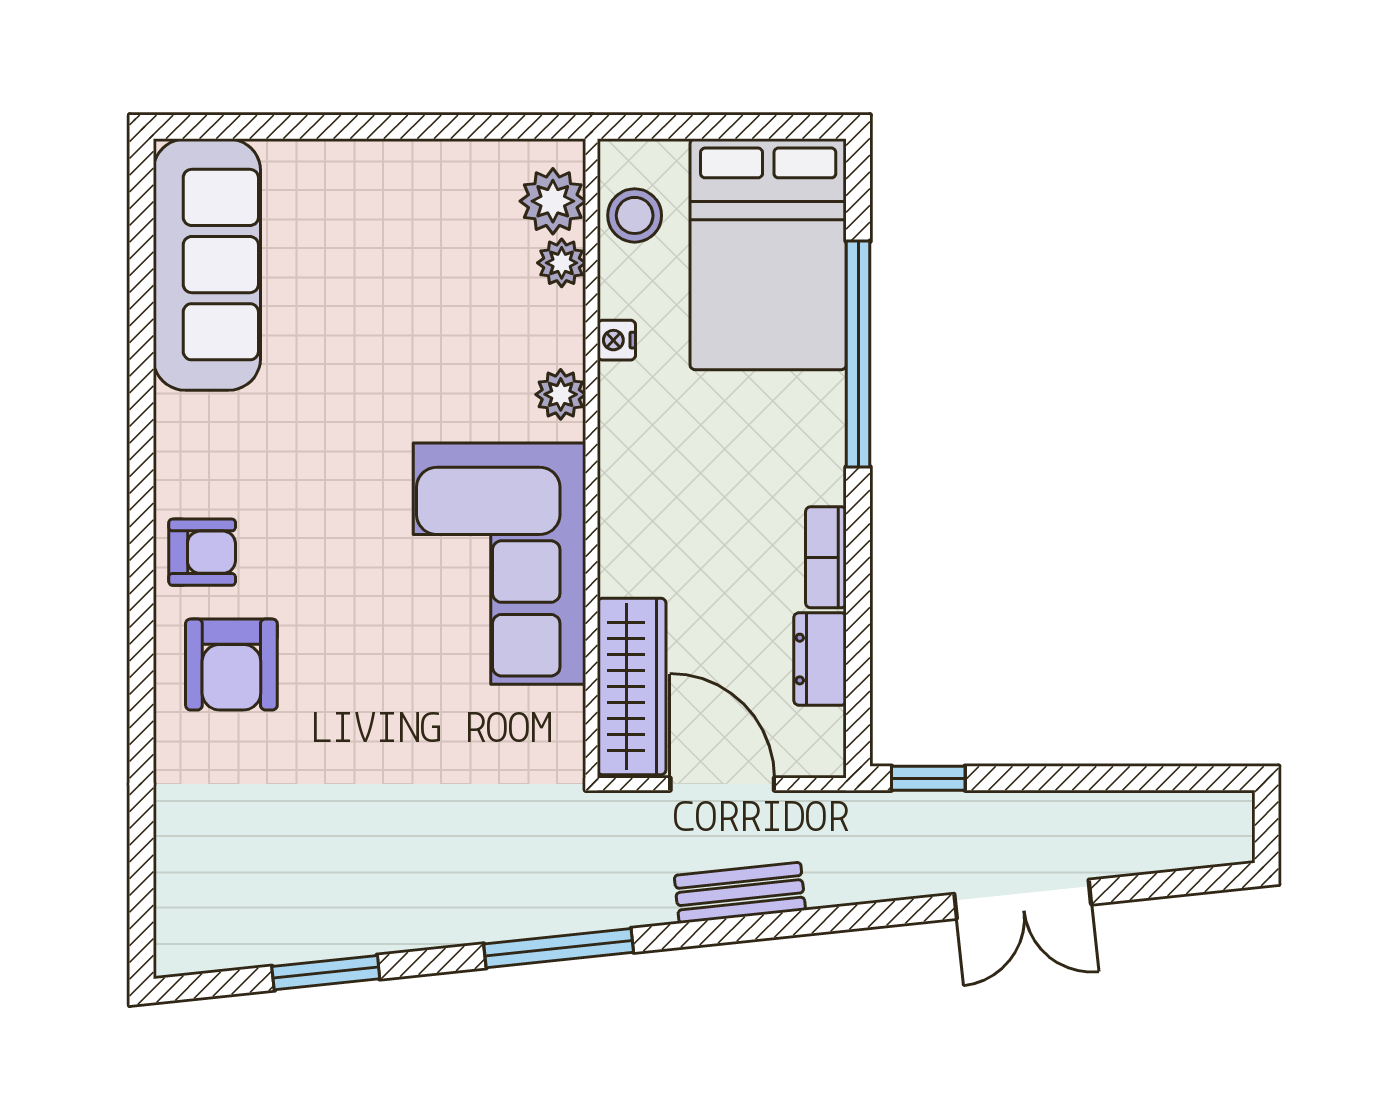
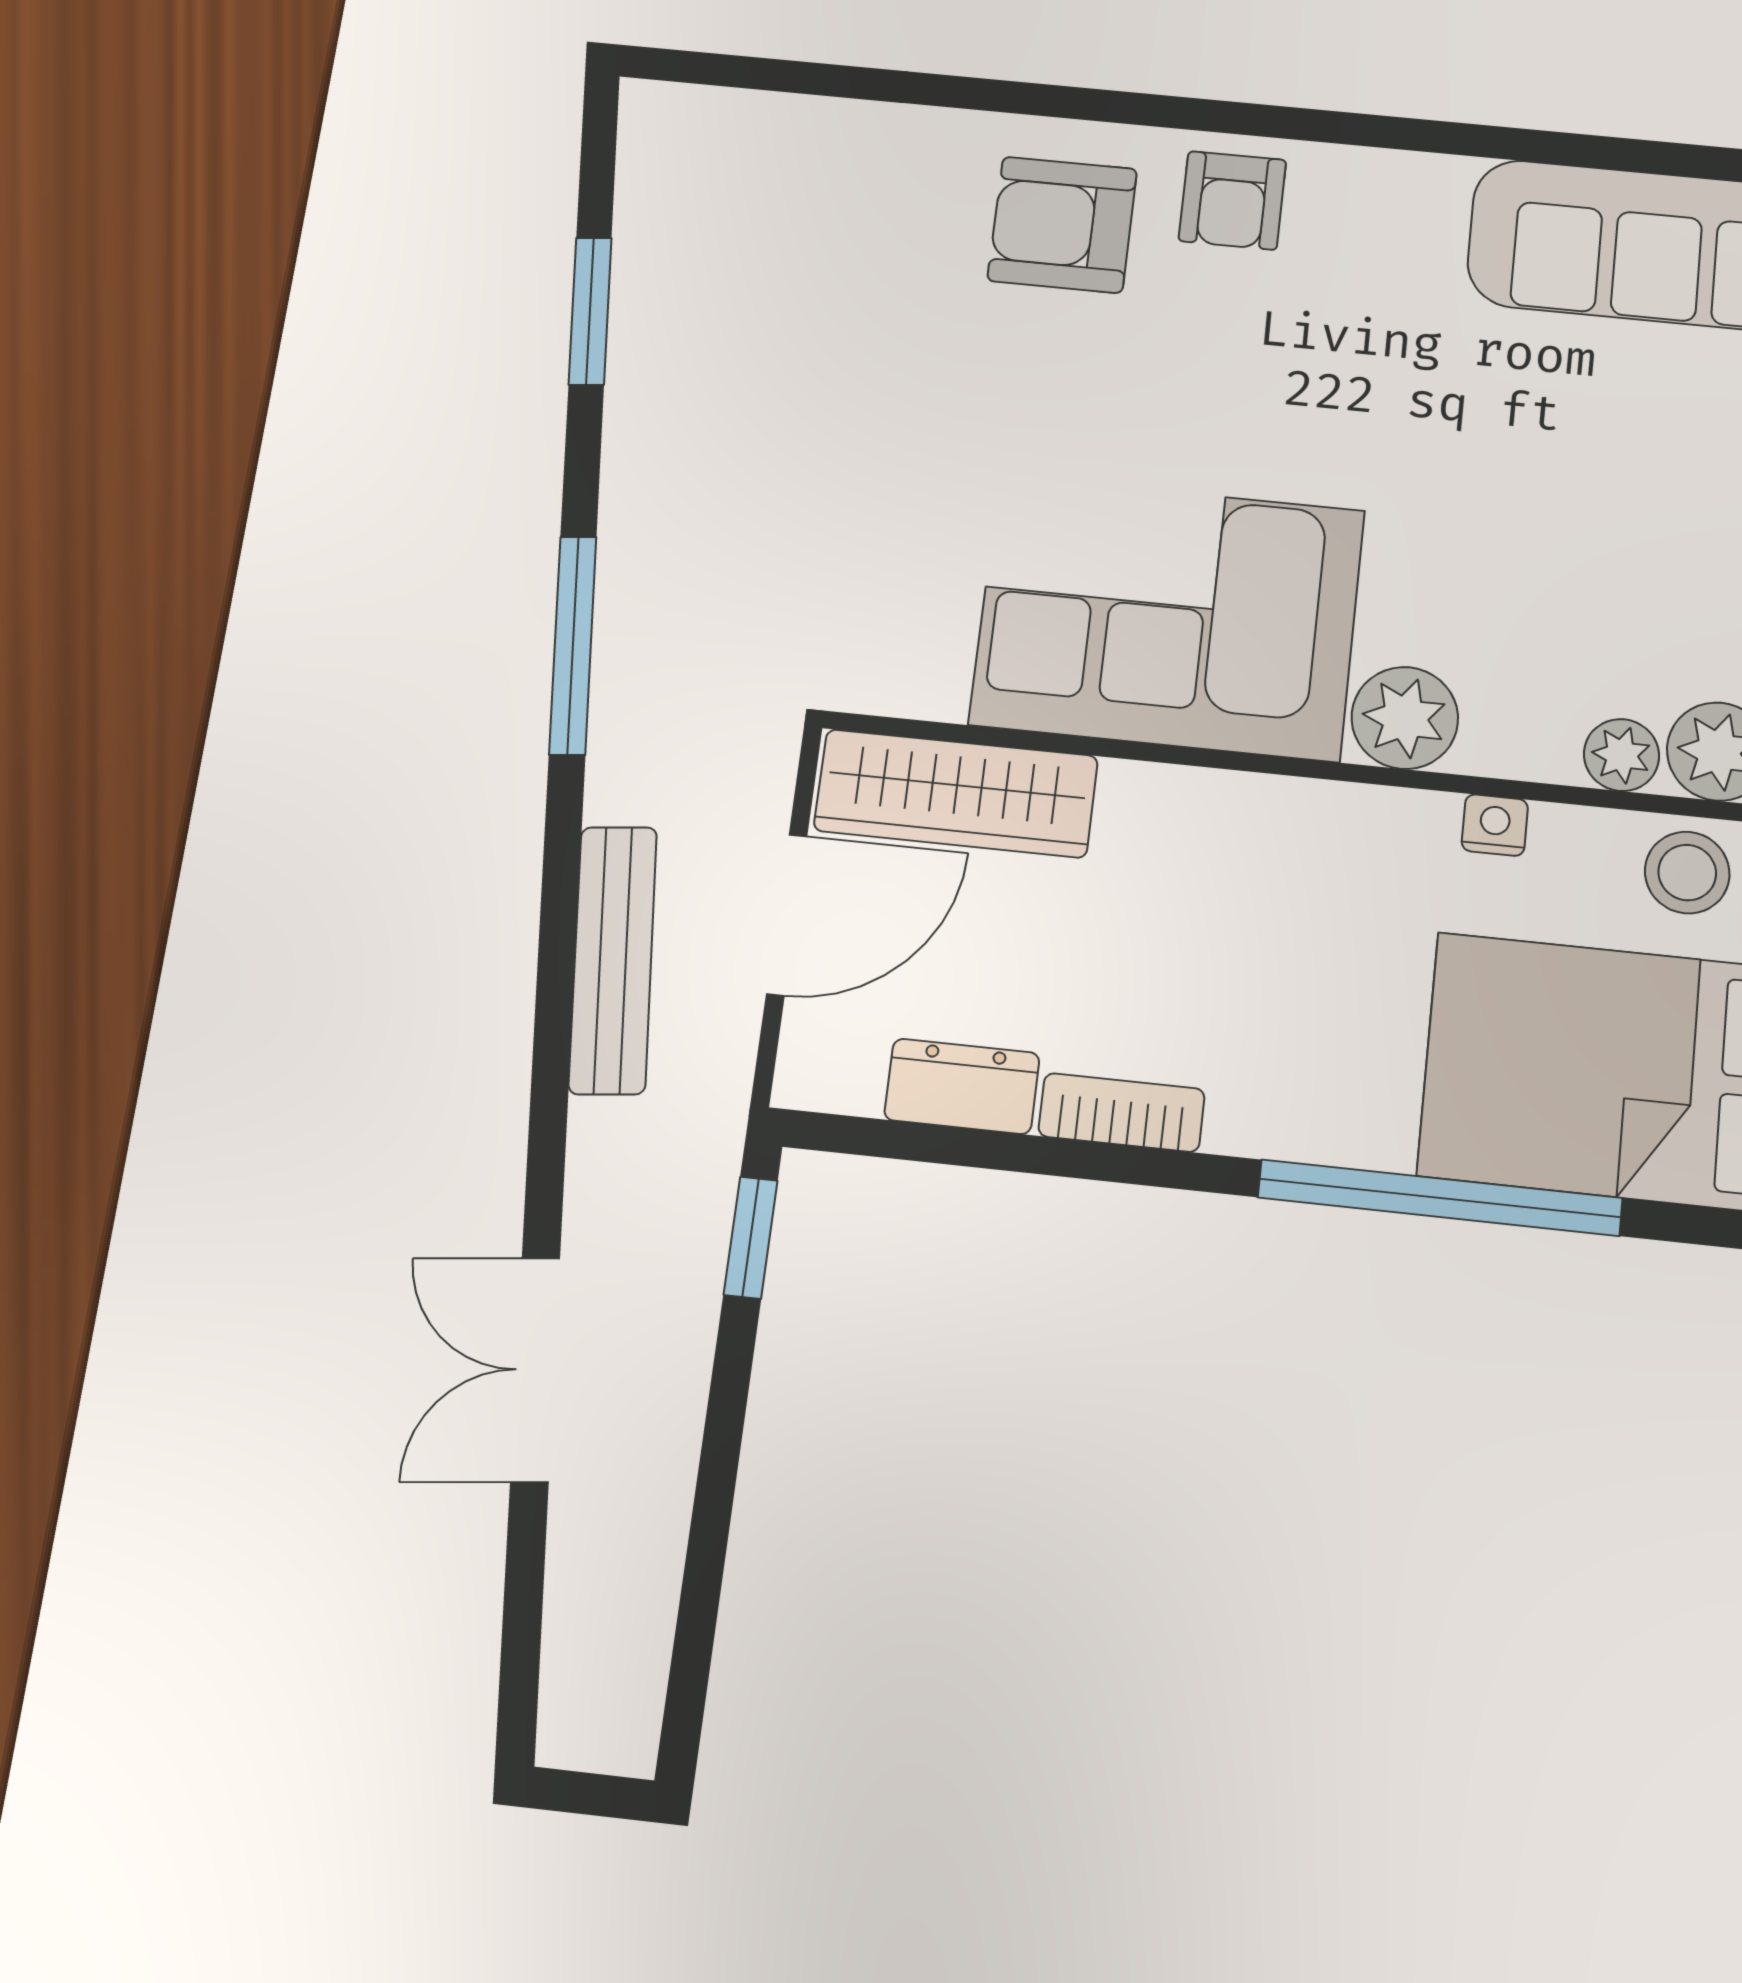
plant: (561, 394) -> (1405, 718), width x1.38, depth x1.38
bench: (740, 893) -> (613, 960), width x1.36

